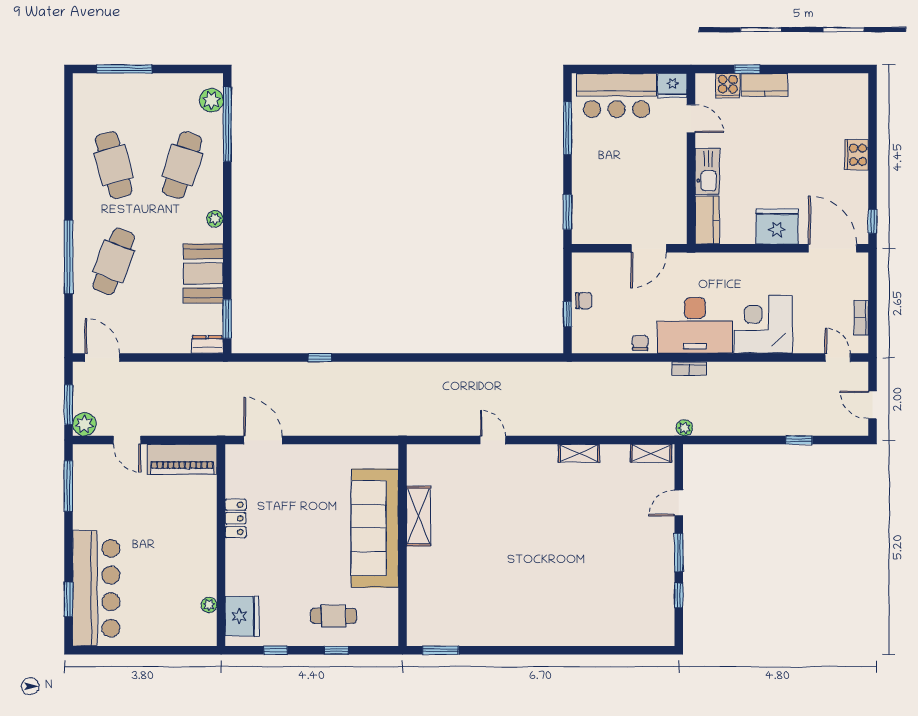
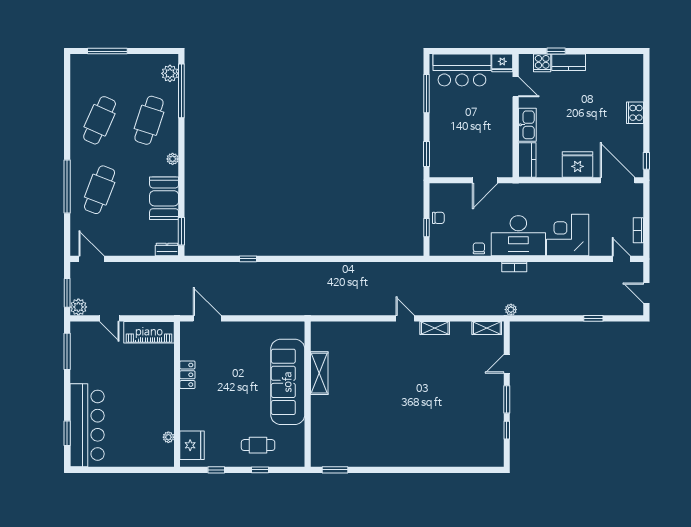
cafe table: (114, 165) -> (100, 120), turned 39
door: (493, 440) -> (405, 318), moved

